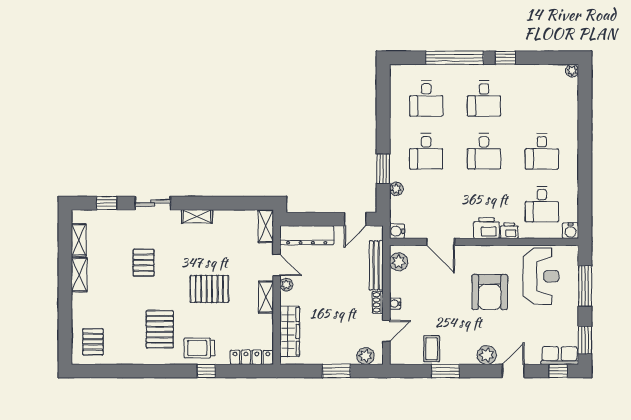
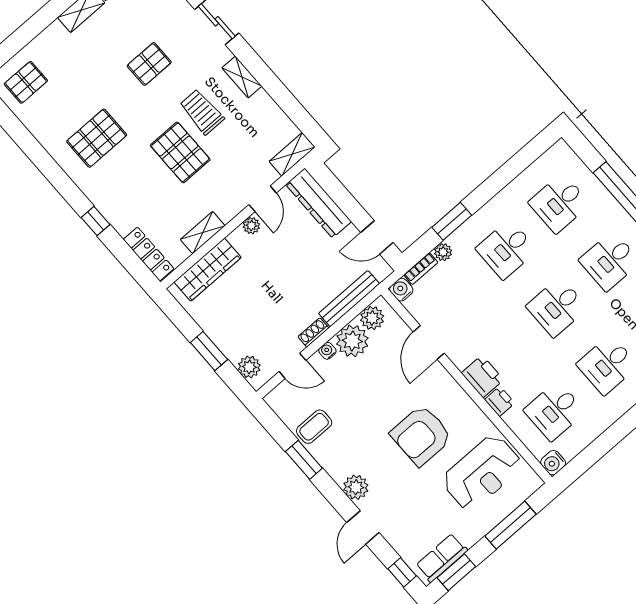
bookcase: (395, 210) -> (421, 269), added
plant: (402, 284) -> (352, 341), added
shelving: (266, 297) -> (203, 233), moved
trolley: (199, 348) -> (202, 112), moved
row of seats: (560, 356) -> (442, 558), moved, turned -90
door: (513, 371) -> (363, 527), swing flipped

